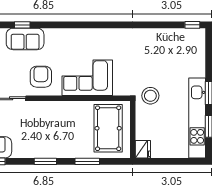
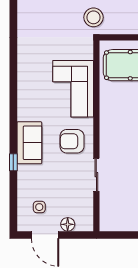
sofa: (25, 39) -> (29, 143), moved

